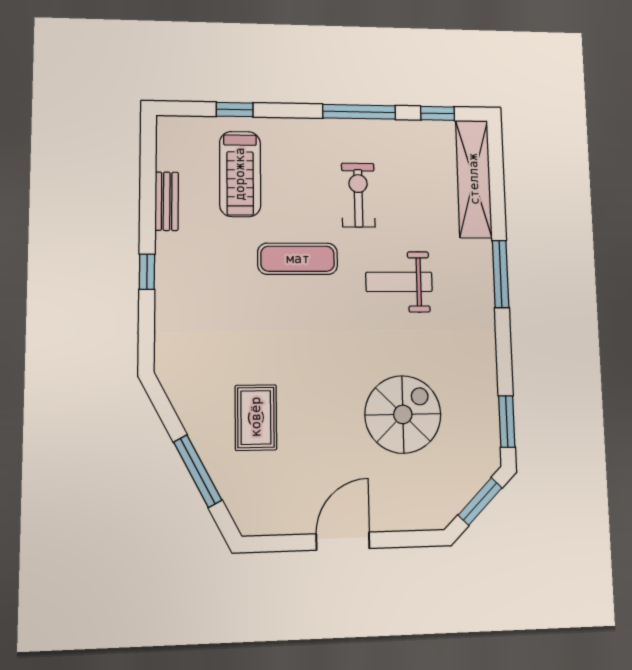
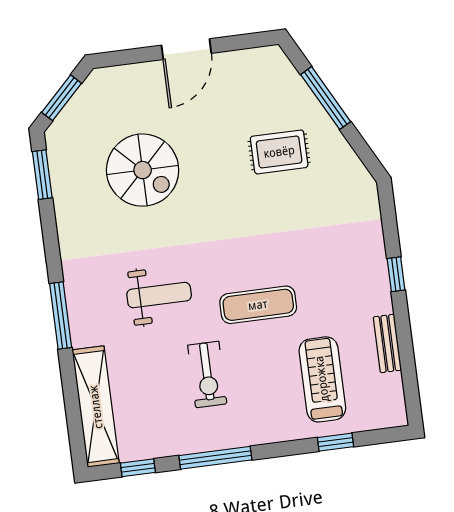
spiral stairs: (403, 414) -> (143, 170), turned -90
rug: (256, 417) -> (279, 152), turned 90

